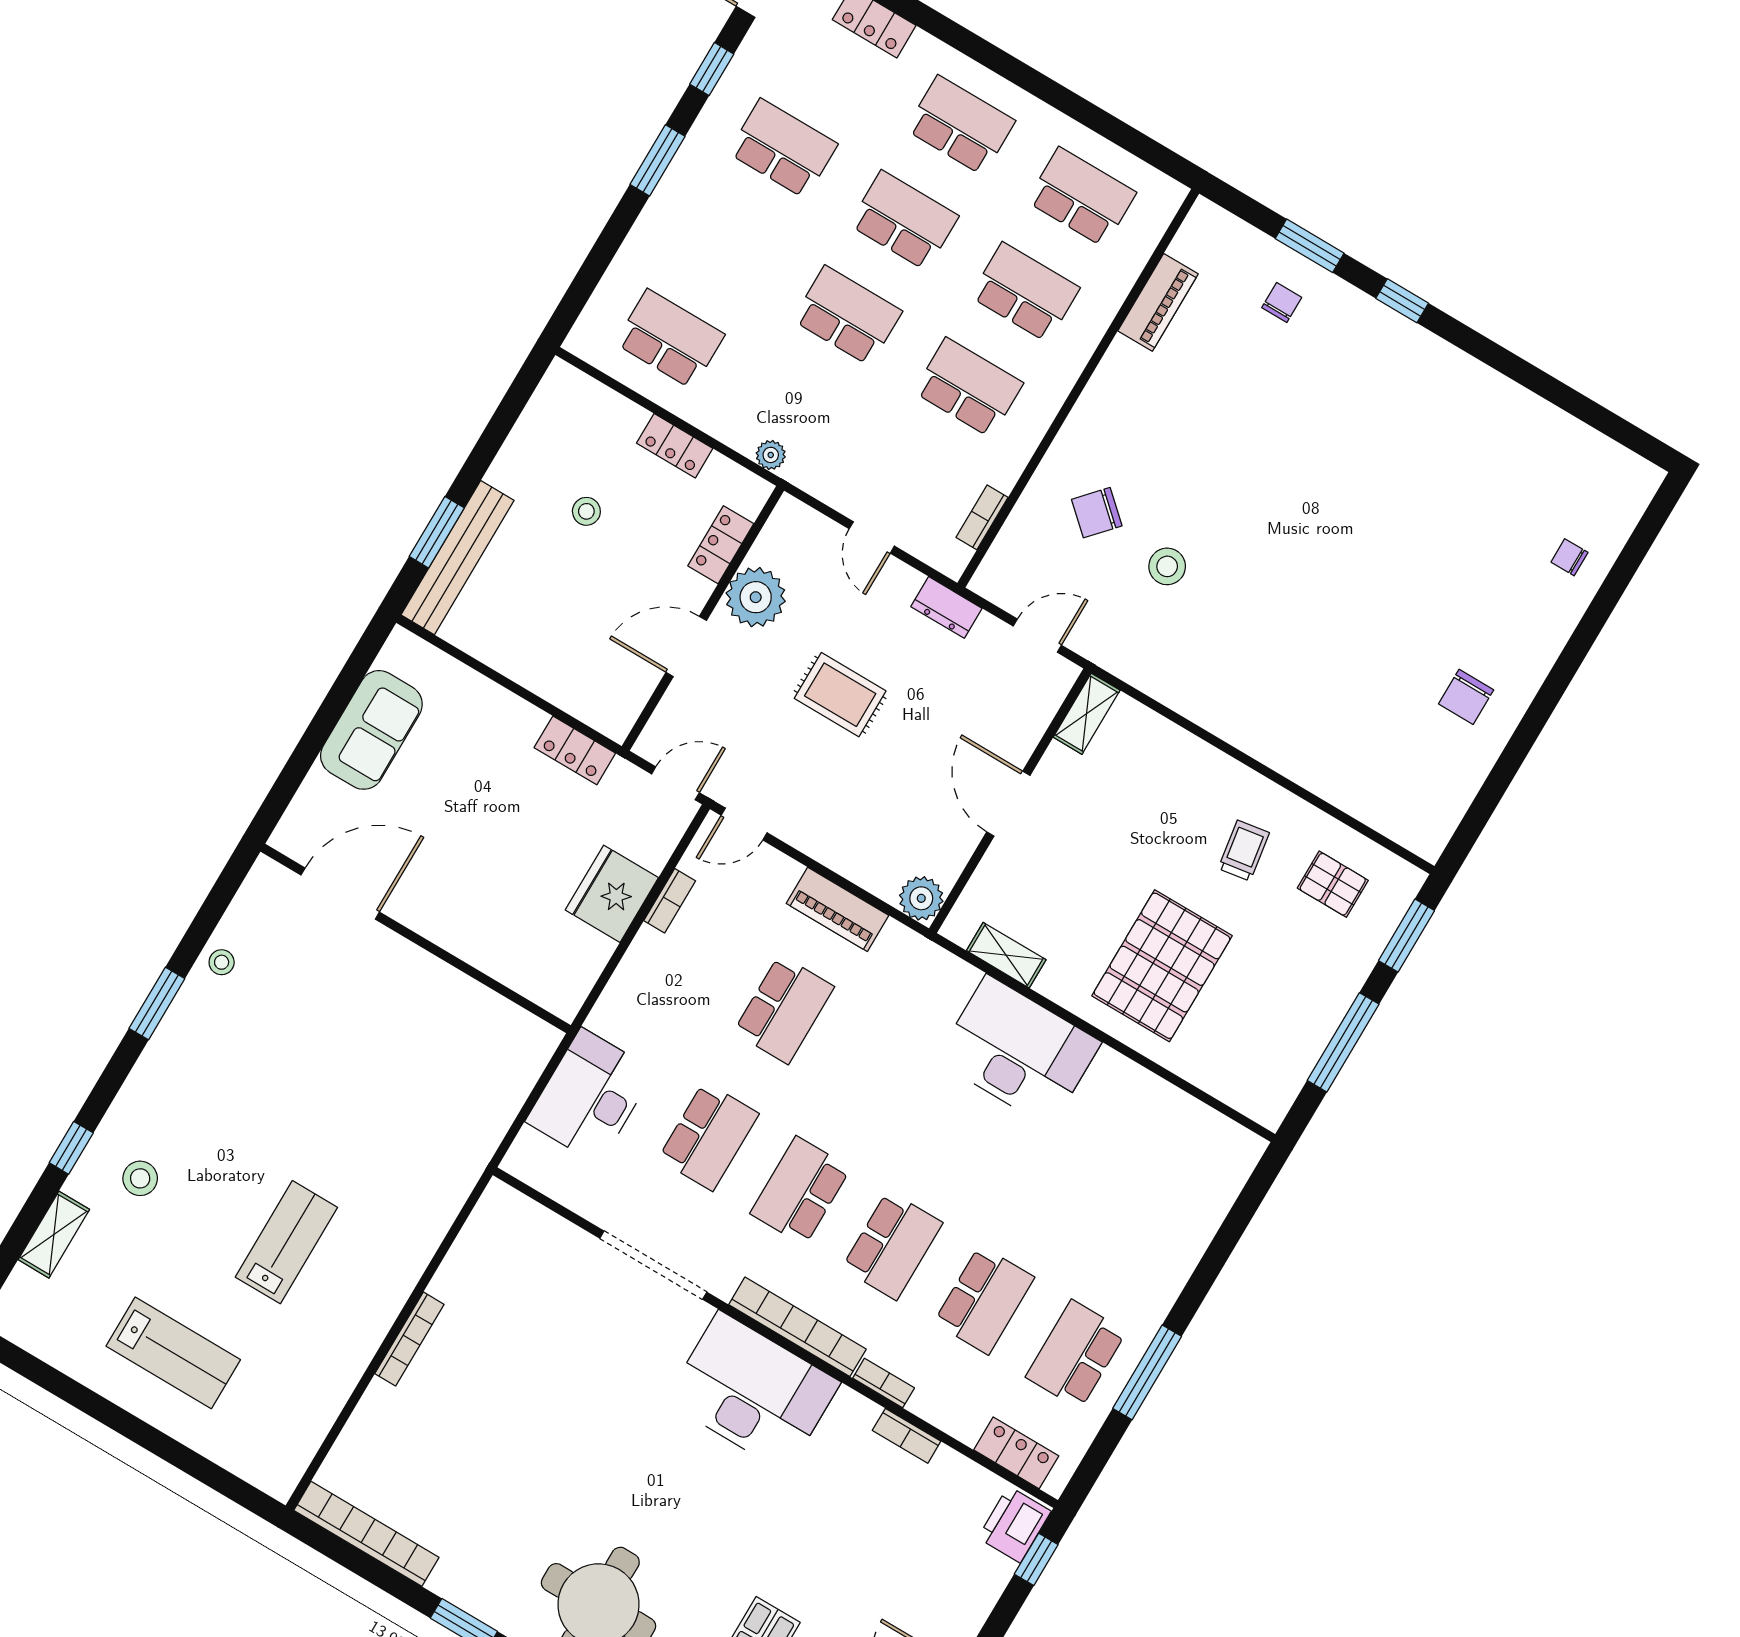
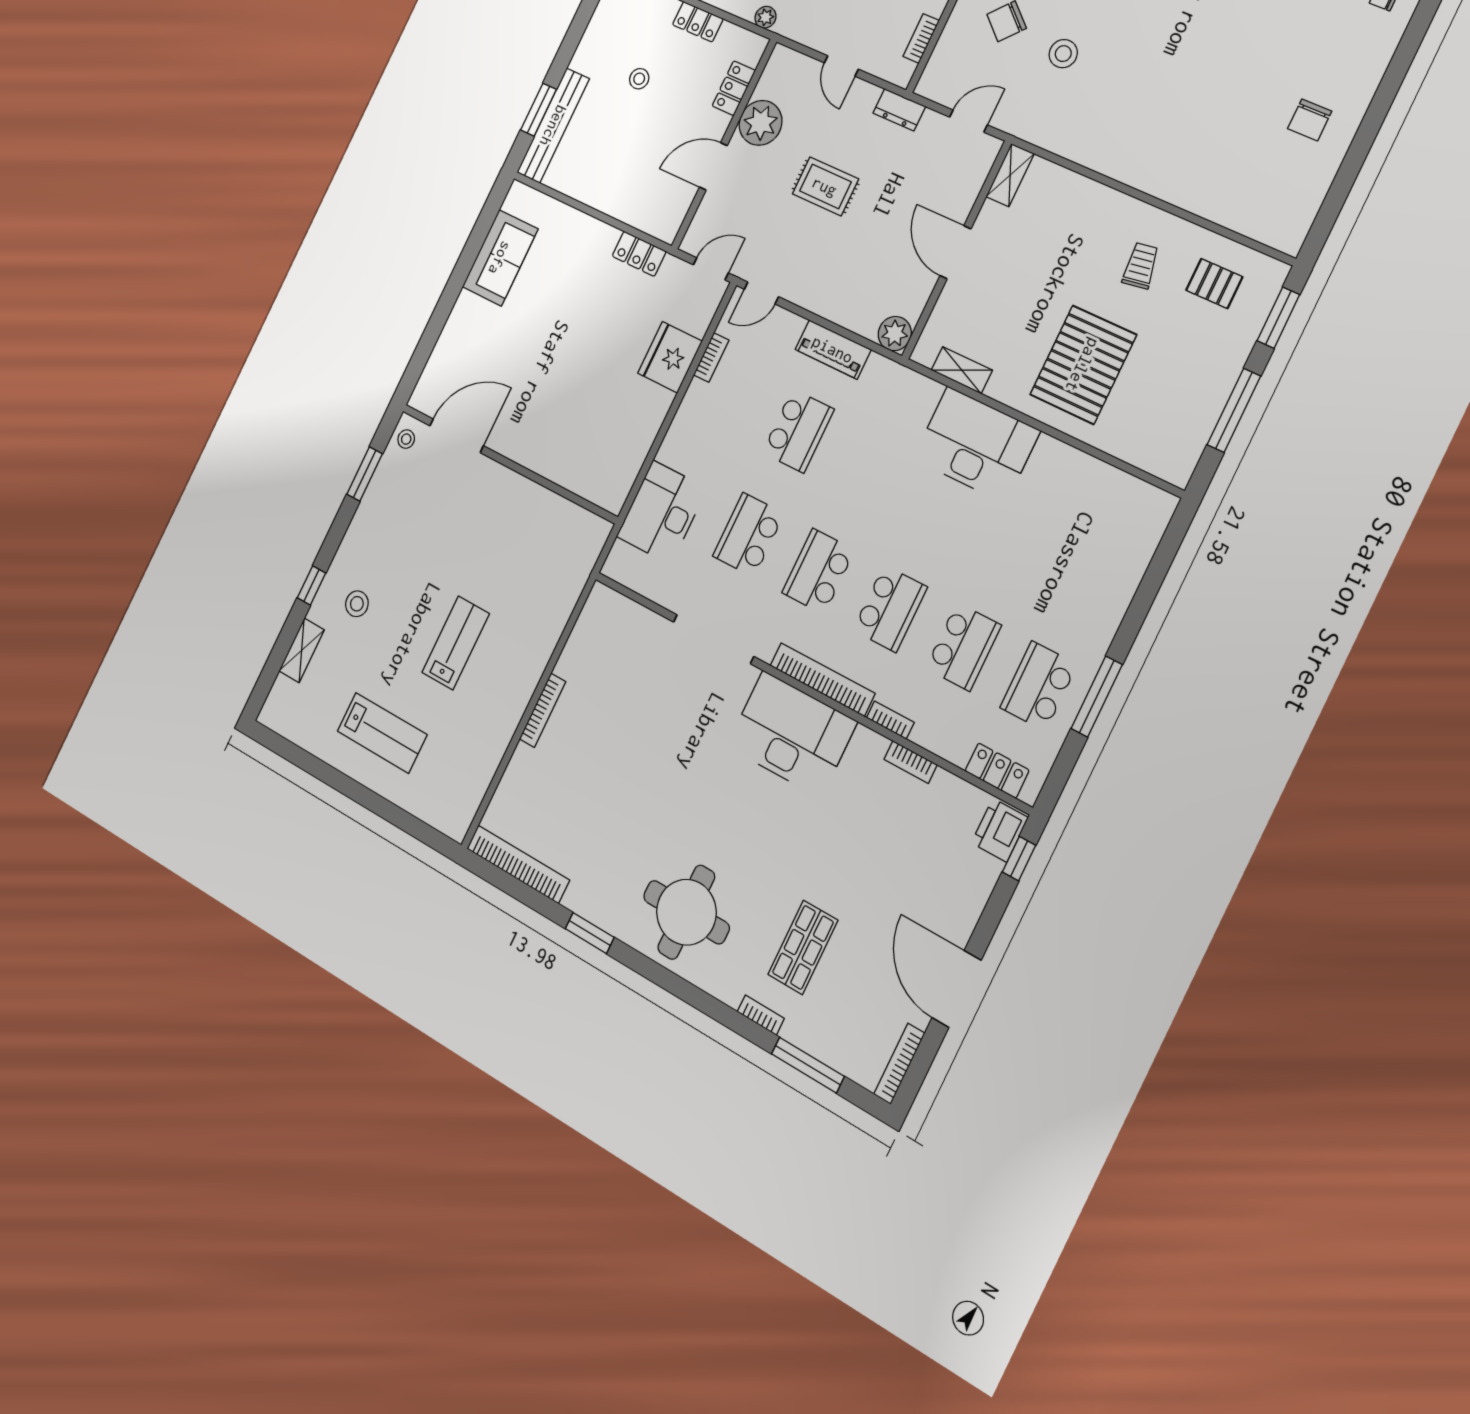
door: (340, 894) -> (457, 436), moved
wall: (416, 938) -> (508, 463), moved
school desk: (708, 1136) -> (748, 535), turned 180

